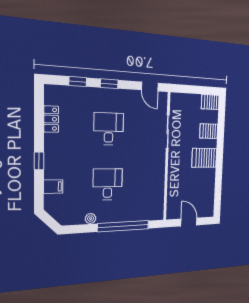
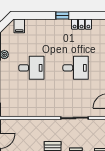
window: (39, 161) -> (62, 15), moved
filing cabinet: (53, 187) -> (19, 26), moved

